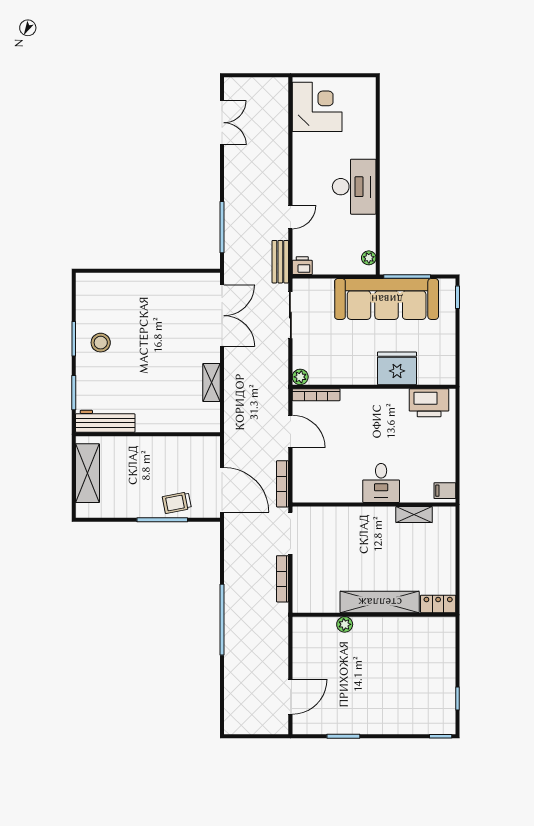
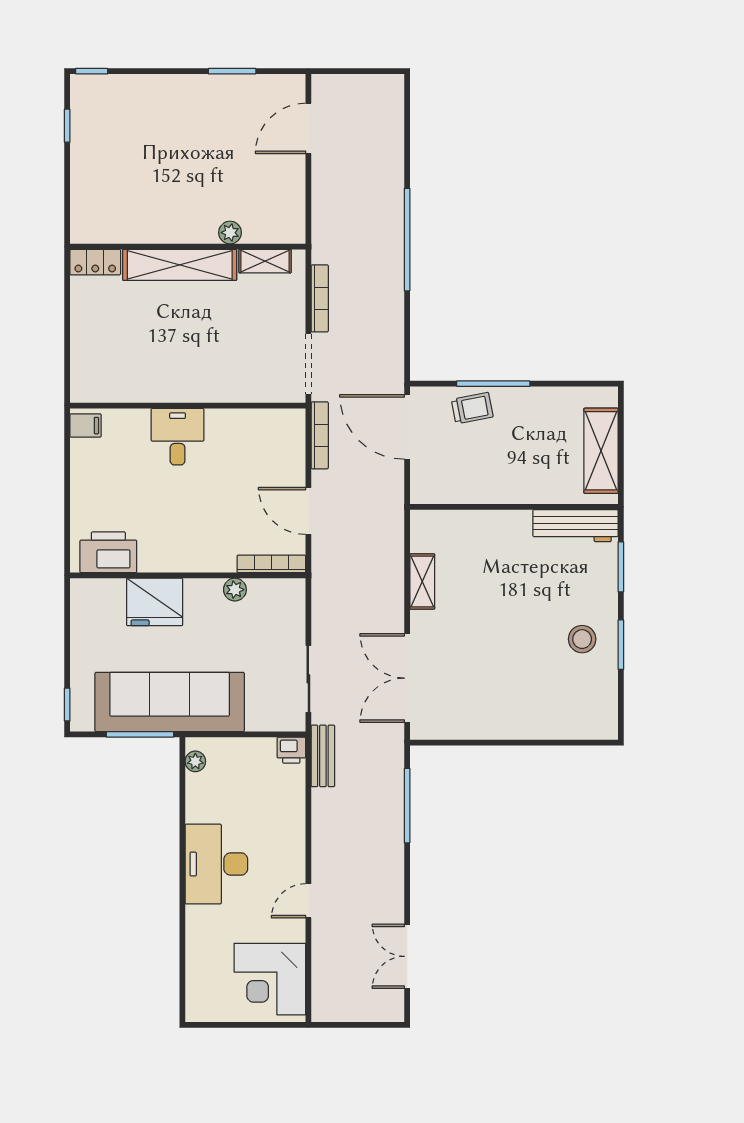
door: (290, 217) -> (308, 901), moved
plant: (300, 377) -> (235, 590), moved
shelving: (414, 515) -> (265, 261), moved

